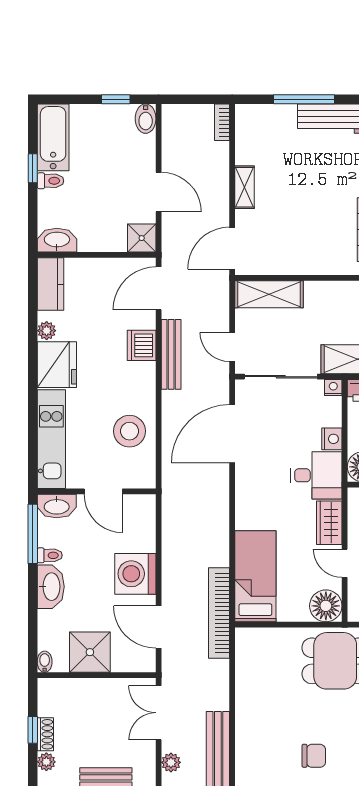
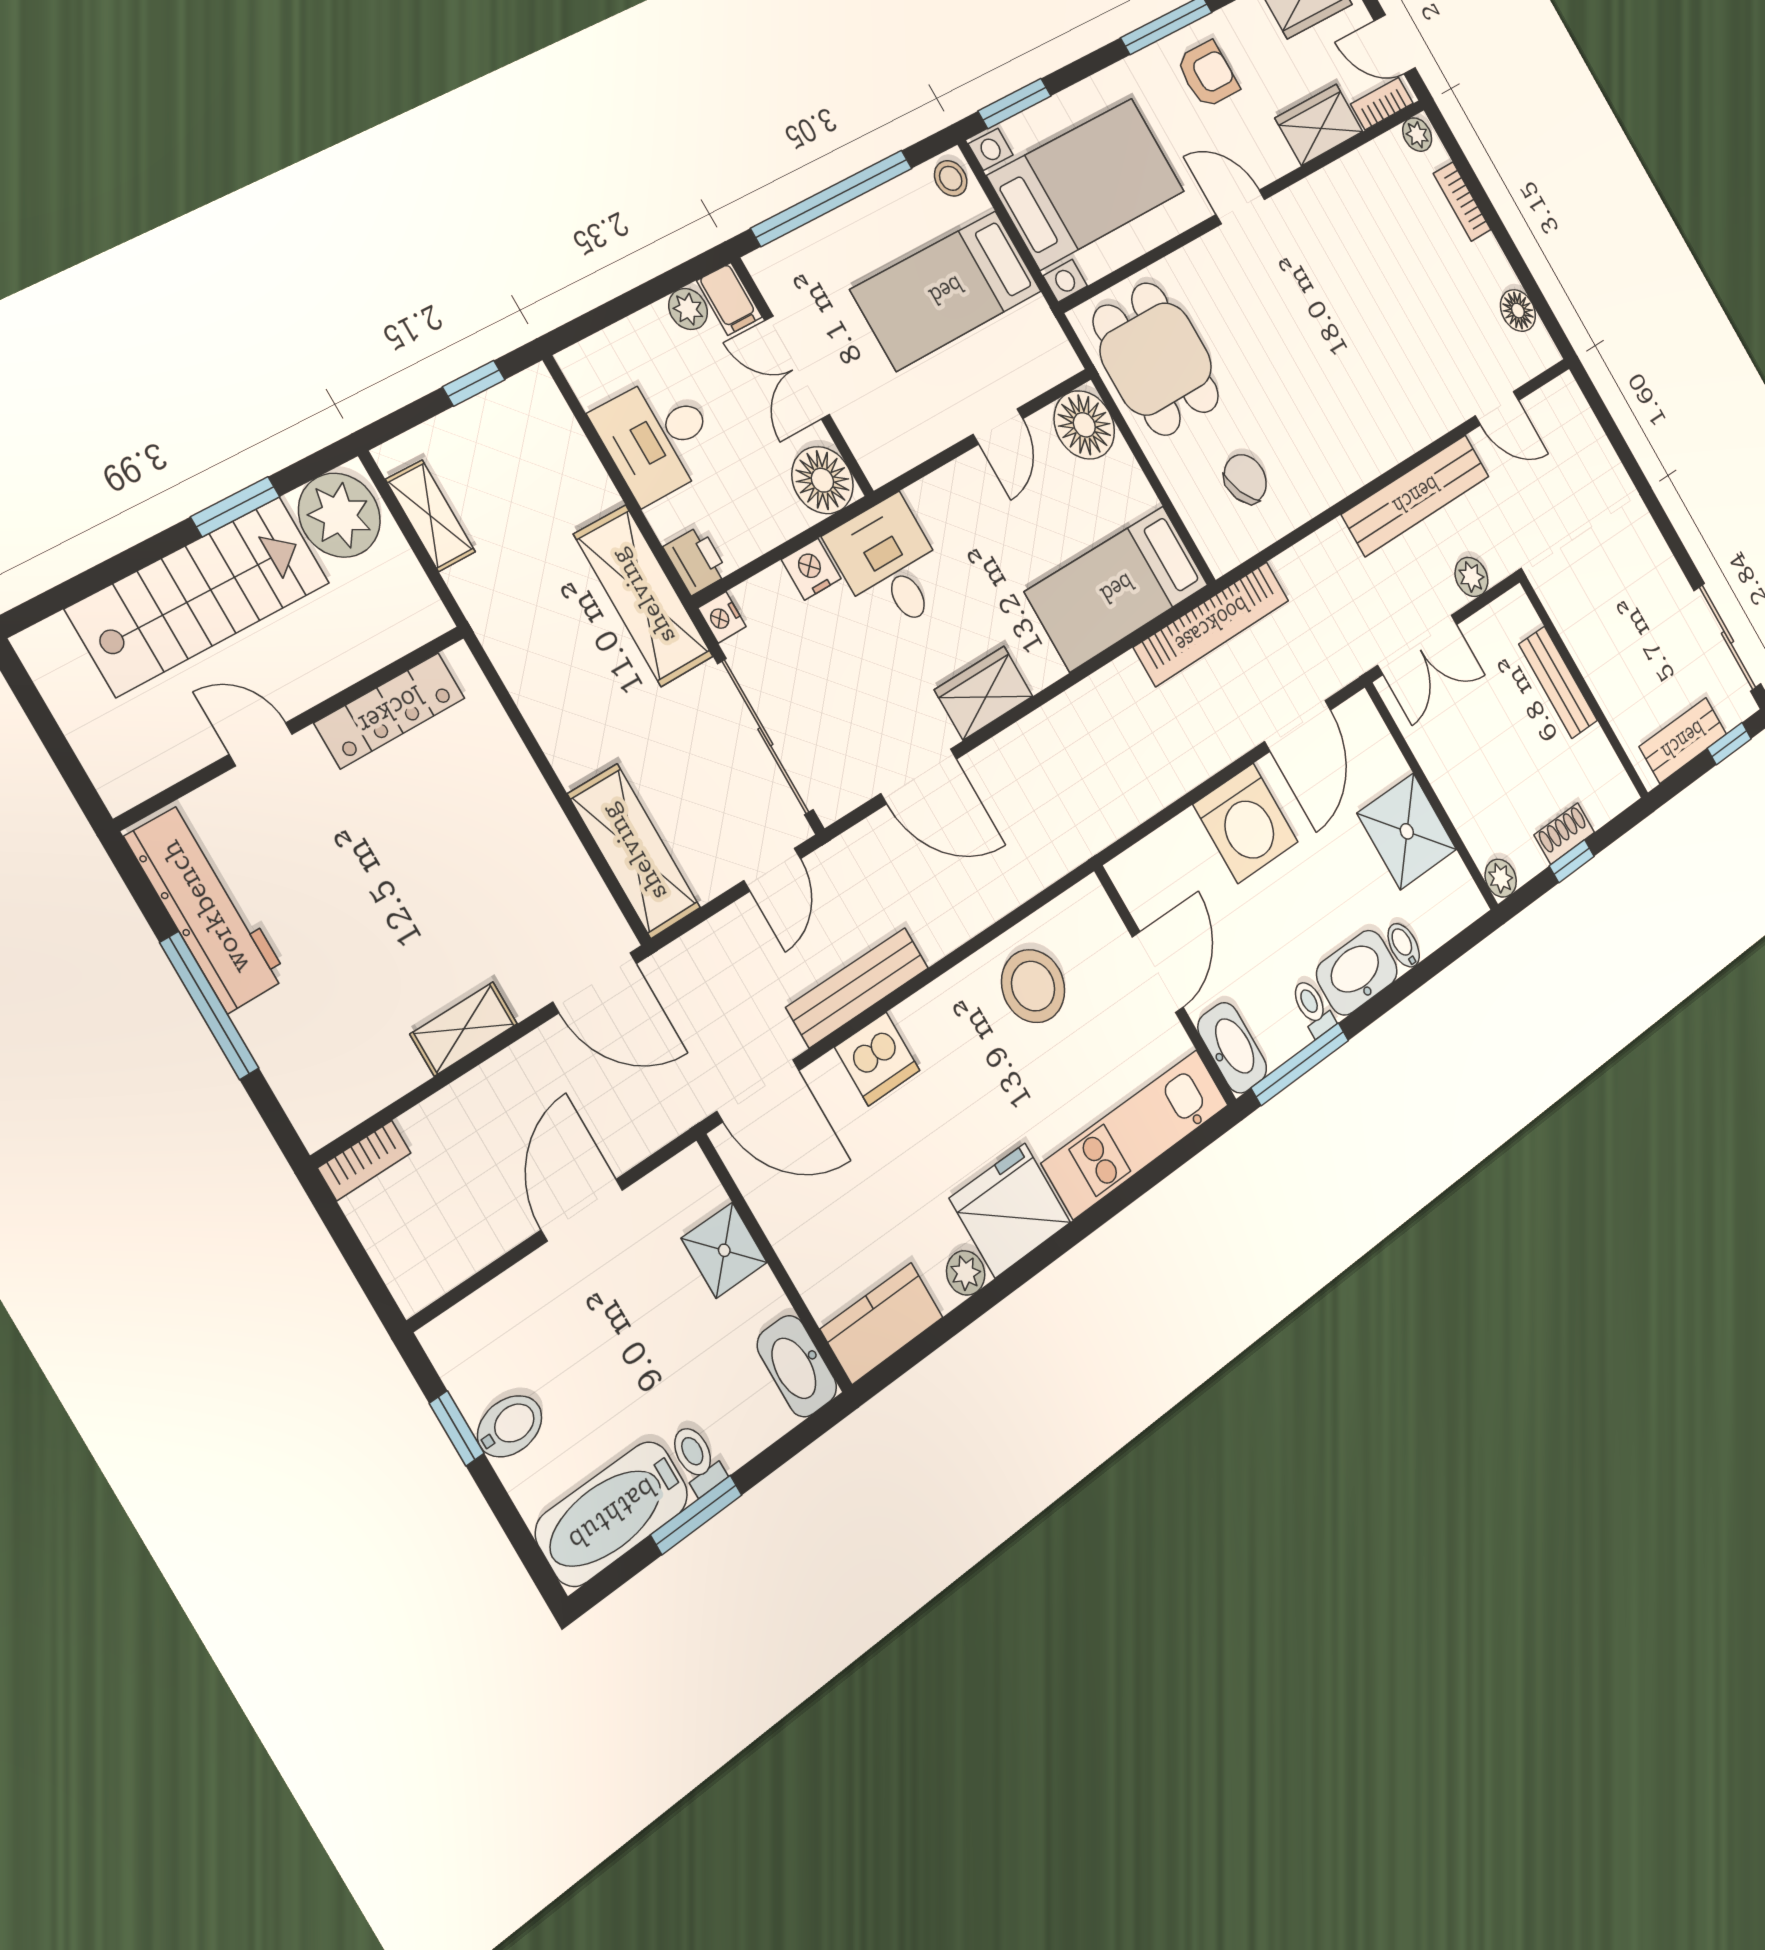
bidet: (146, 119) -> (510, 1426), moved
window: (33, 168) -> (696, 1515), width x1.50
shower: (142, 238) -> (724, 1250), moved
door: (232, 434) -> (919, 776), width x0.73
wardrobe: (329, 523) -> (984, 693), moved, turned 180
bidet: (45, 662) -> (1404, 945), moved, turned 90
chair: (314, 756) -> (1245, 479), moved, turned 61
plant: (46, 762) -> (1501, 878), moved

